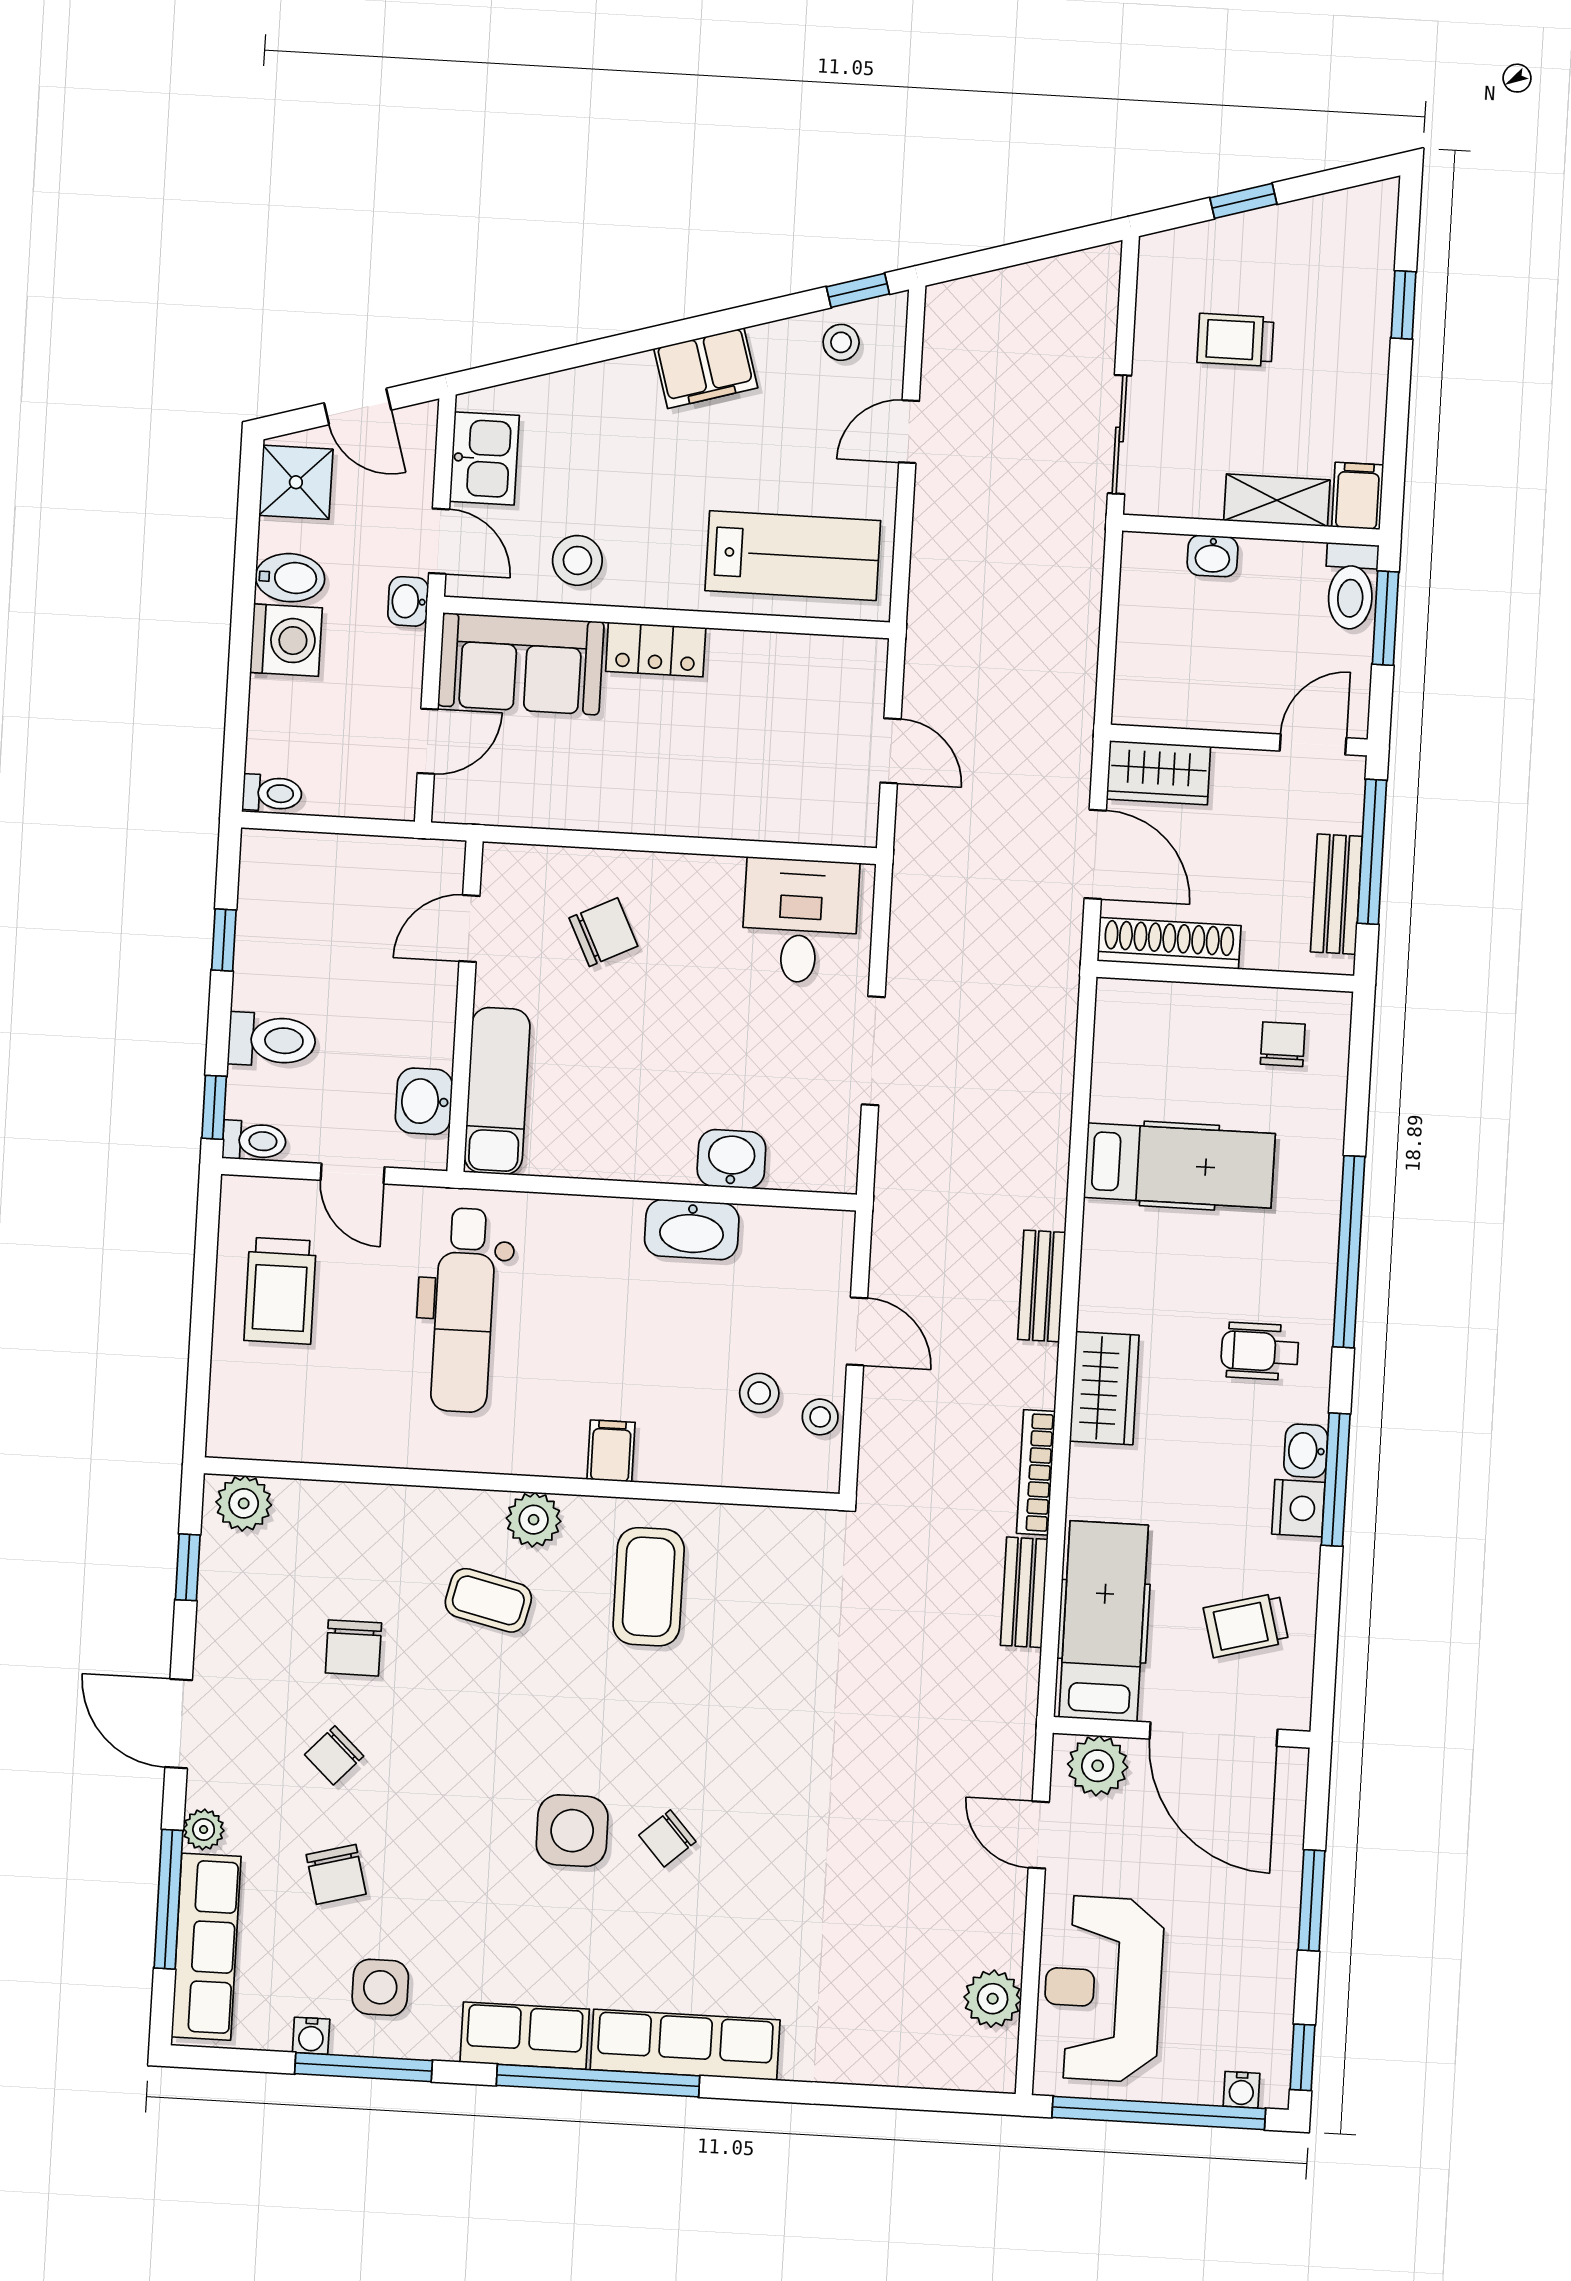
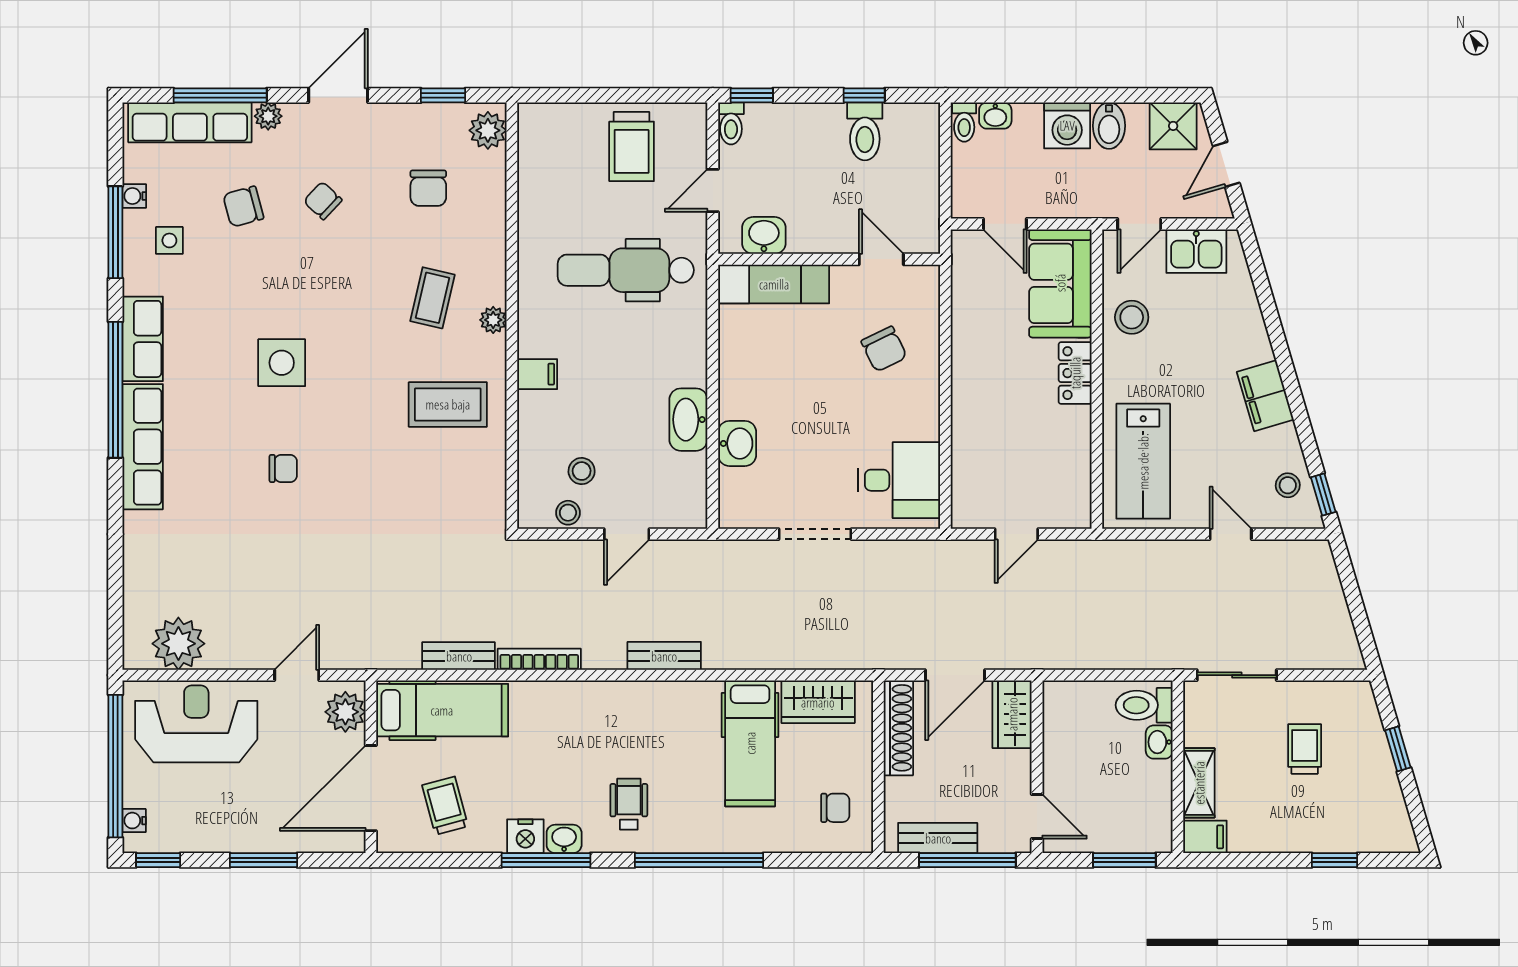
toilet: (1351, 586) -> (1144, 705), moved
washbasin: (408, 601) -> (995, 116), moved, turned 180
toilet: (272, 1040) -> (865, 131), moved
trolley: (280, 1291) -> (632, 147), turned -90
wardrobe: (1104, 1388) -> (818, 702), moved
plant: (534, 1520) -> (493, 320), width x0.73, depth x0.73
chair: (353, 1648) -> (428, 188), moved, turned -90
chair: (667, 1838) -> (283, 468), moved, turned 132
side table: (380, 1987) -> (169, 240), width x0.73, depth x0.73
plant: (993, 1999) -> (178, 644), width x1.36, depth x1.36

